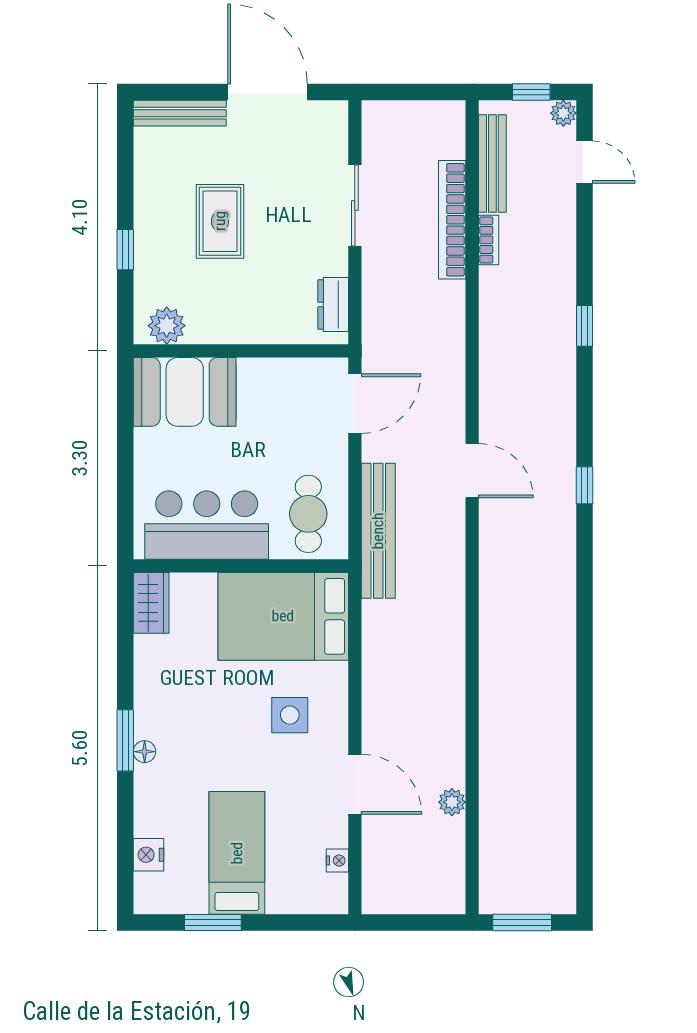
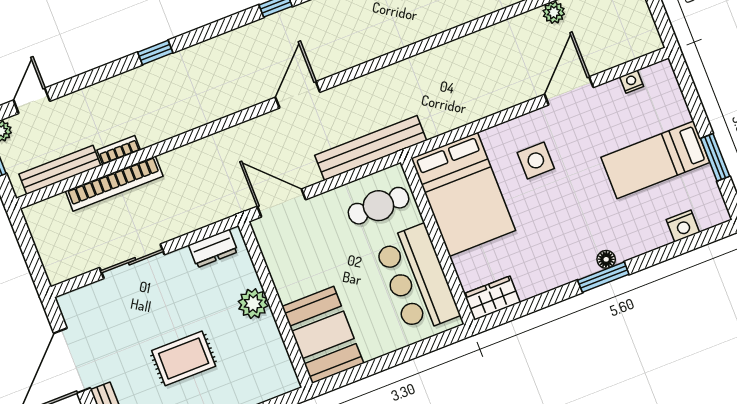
plant: (167, 326) -> (253, 304), moved

